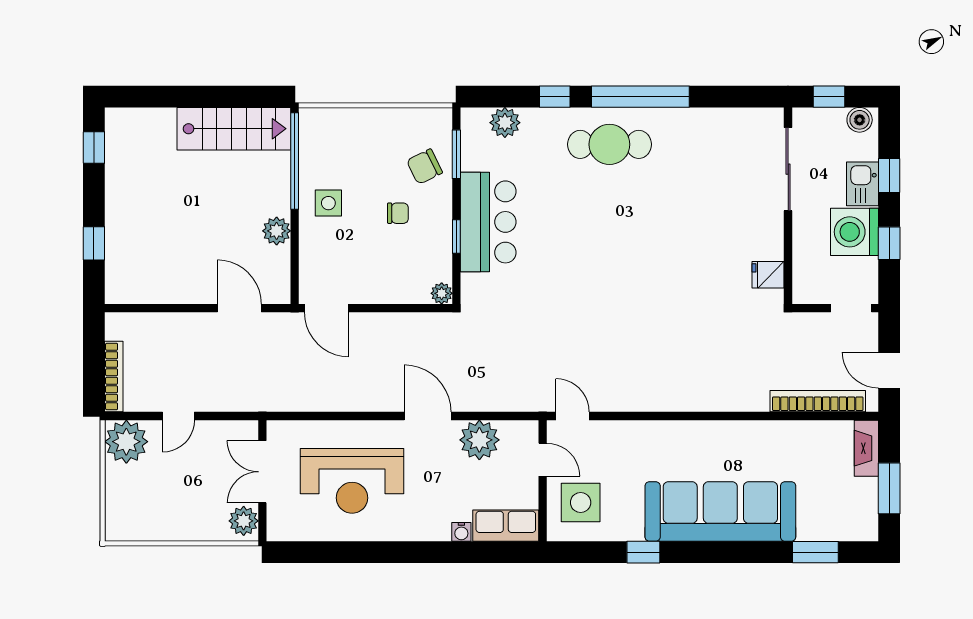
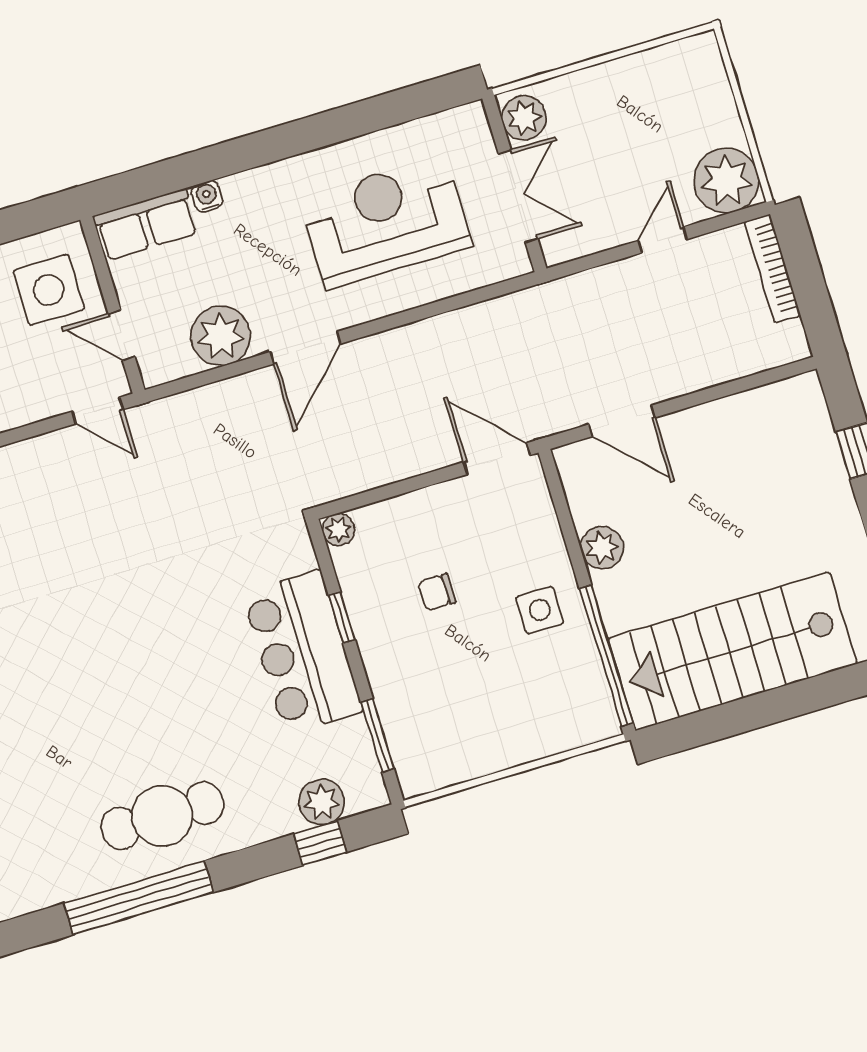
window: (555, 97) -> (320, 843), moved
stairs: (234, 129) -> (732, 651), width x1.36, depth x1.51
chair: (425, 167) -> (418, 704), removed
chair: (398, 213) -> (437, 592), moved
door: (428, 416) -> (305, 348), hinge flipped

